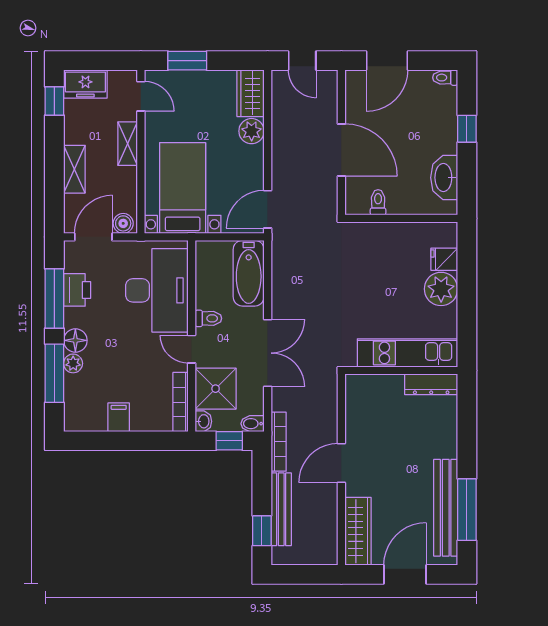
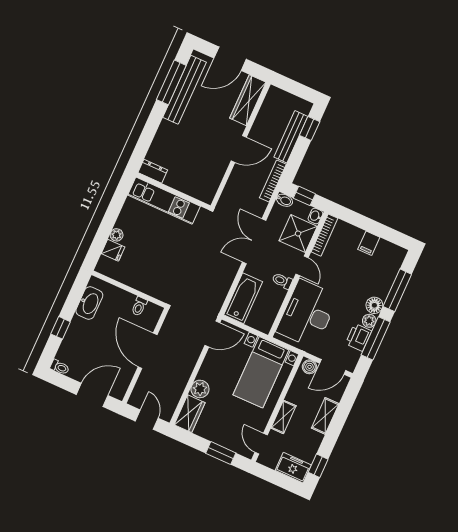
plant: (441, 289) -> (117, 235), width x0.53, depth x0.53
plant: (73, 363) -> (369, 321), moved
dresser: (431, 384) -> (153, 171), width x0.70

